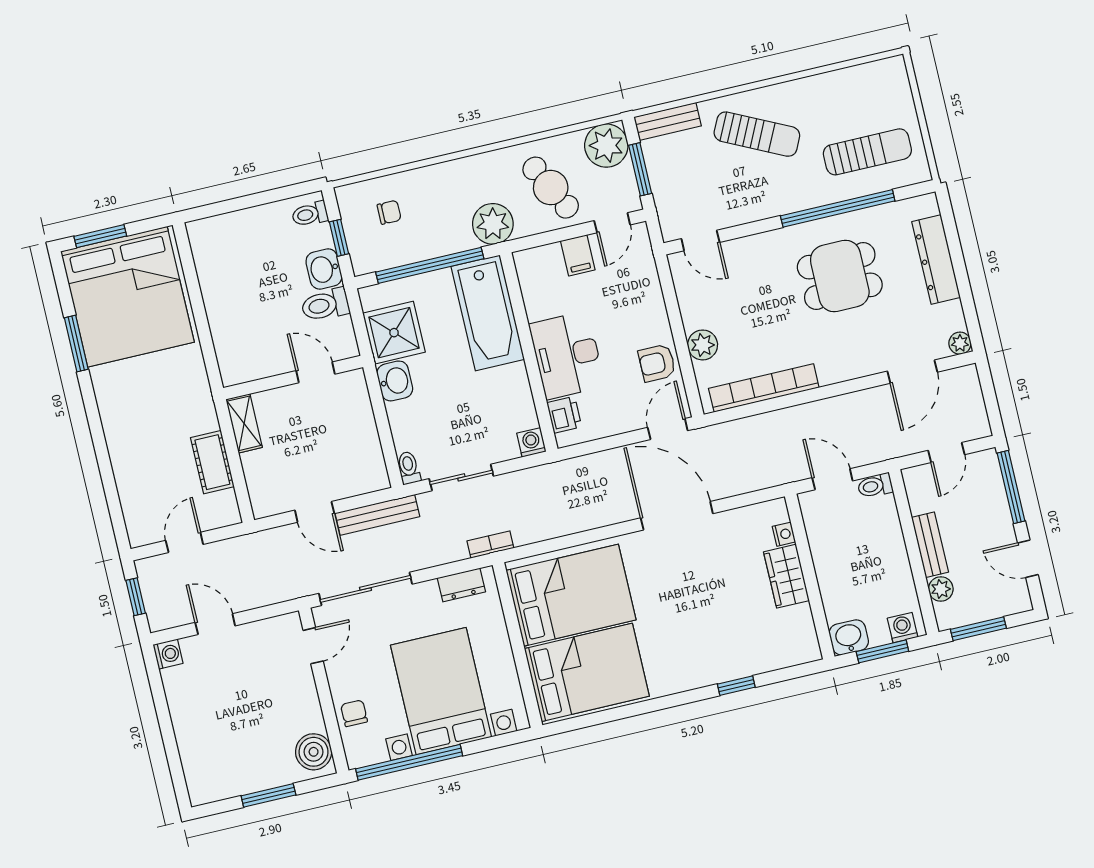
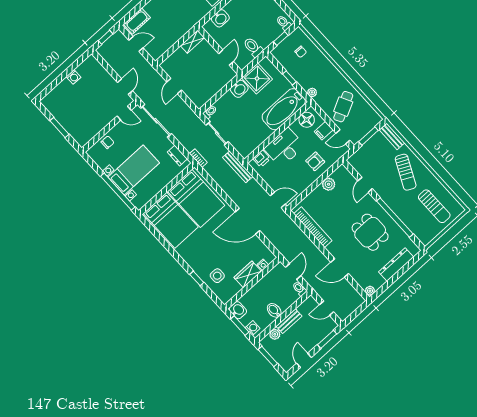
plant: (606, 146) -> (370, 119), removed
sun lounger: (867, 152) -> (434, 206), moved
plant: (493, 224) -> (312, 92), width x0.53, depth x0.53
door: (700, 241) -> (365, 185), moved
window: (430, 265) -> (289, 78), width x0.32
washbasin: (324, 269) -> (220, 18), moved, turned 180
floor lamp: (536, 278) -> (307, 120), added
plant: (703, 345) -> (329, 184), moved
armchair: (657, 363) -> (315, 161), moved, turned -90
door: (912, 372) -> (340, 268), moved
washing machine: (531, 442) -> (245, 152), removed
cot: (212, 462) -> (137, 21), moved
window: (1011, 487) -> (327, 339), width x0.69
bench: (377, 515) -> (238, 167), moved
door: (677, 516) -> (247, 221), swing flipped
bidet: (891, 563) -> (274, 310), added
door: (215, 624) -> (125, 87), moved
side table: (754, 640) -> (217, 276), added
washing machine: (168, 654) -> (74, 77), moved
bed with nightstands: (441, 691) -> (134, 170), width x0.73
boiler: (314, 752) -> (85, 135), removed
window: (409, 762) -> (118, 192), moved

